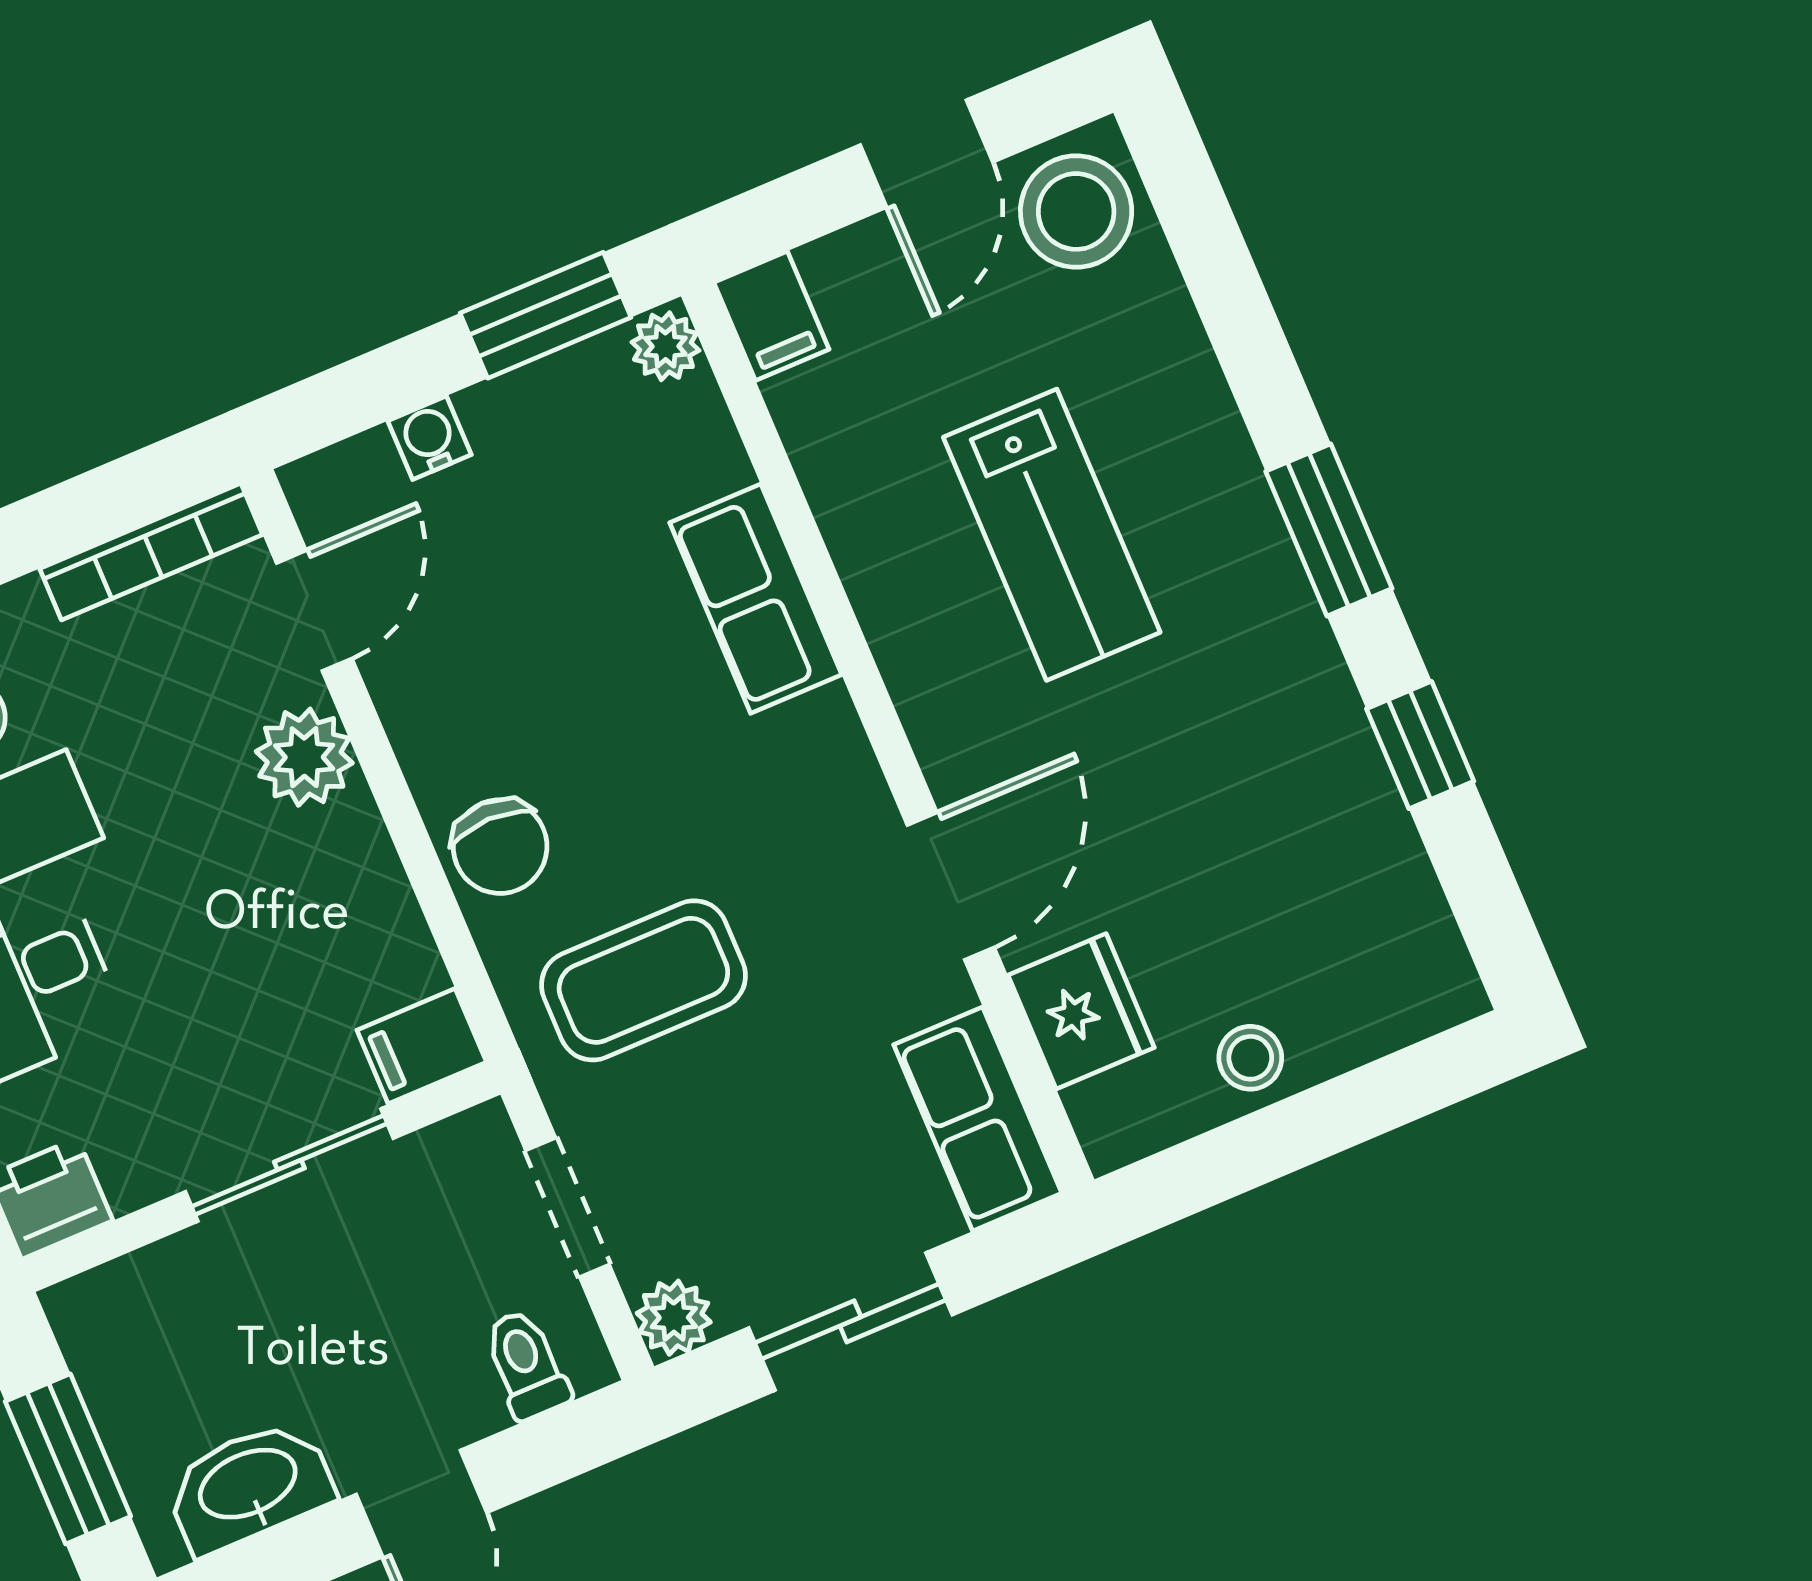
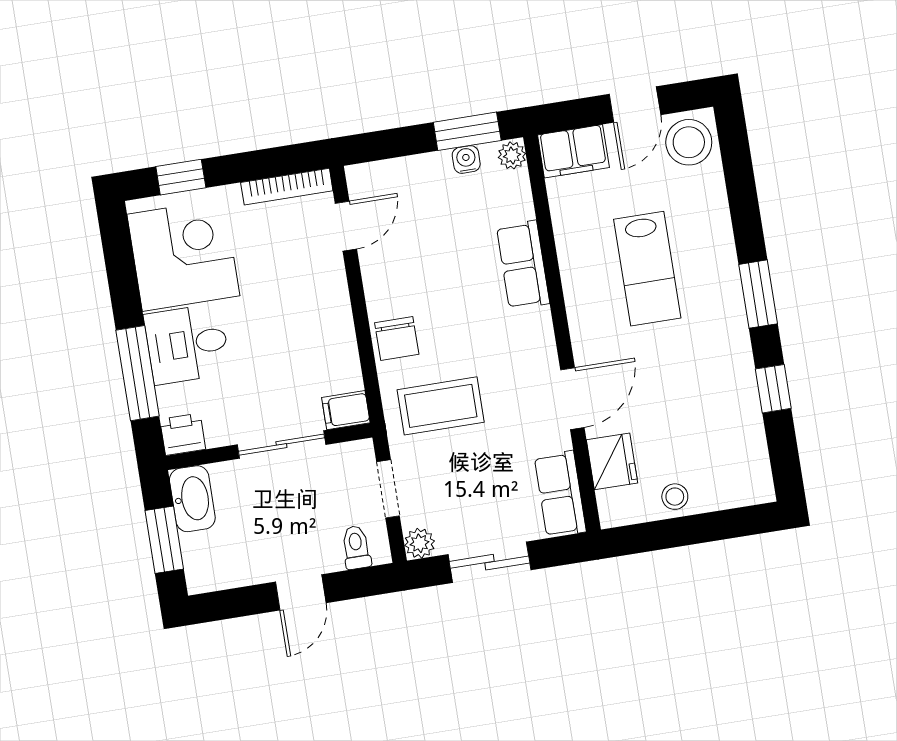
filing cabinet: (771, 316) -> (573, 151), width x2.00
water cooler: (430, 438) -> (466, 159), moved
plant: (304, 757) -> (328, 284), removed
washbasin: (249, 1486) -> (192, 499), moved, turned 90

